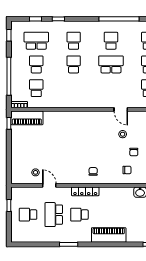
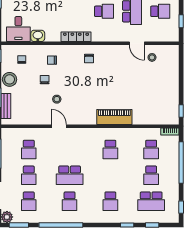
school desk: (74, 64) -> (110, 149), moved
piano: (27, 118) -> (114, 117), moved
locker: (85, 191) -> (76, 37), moved

